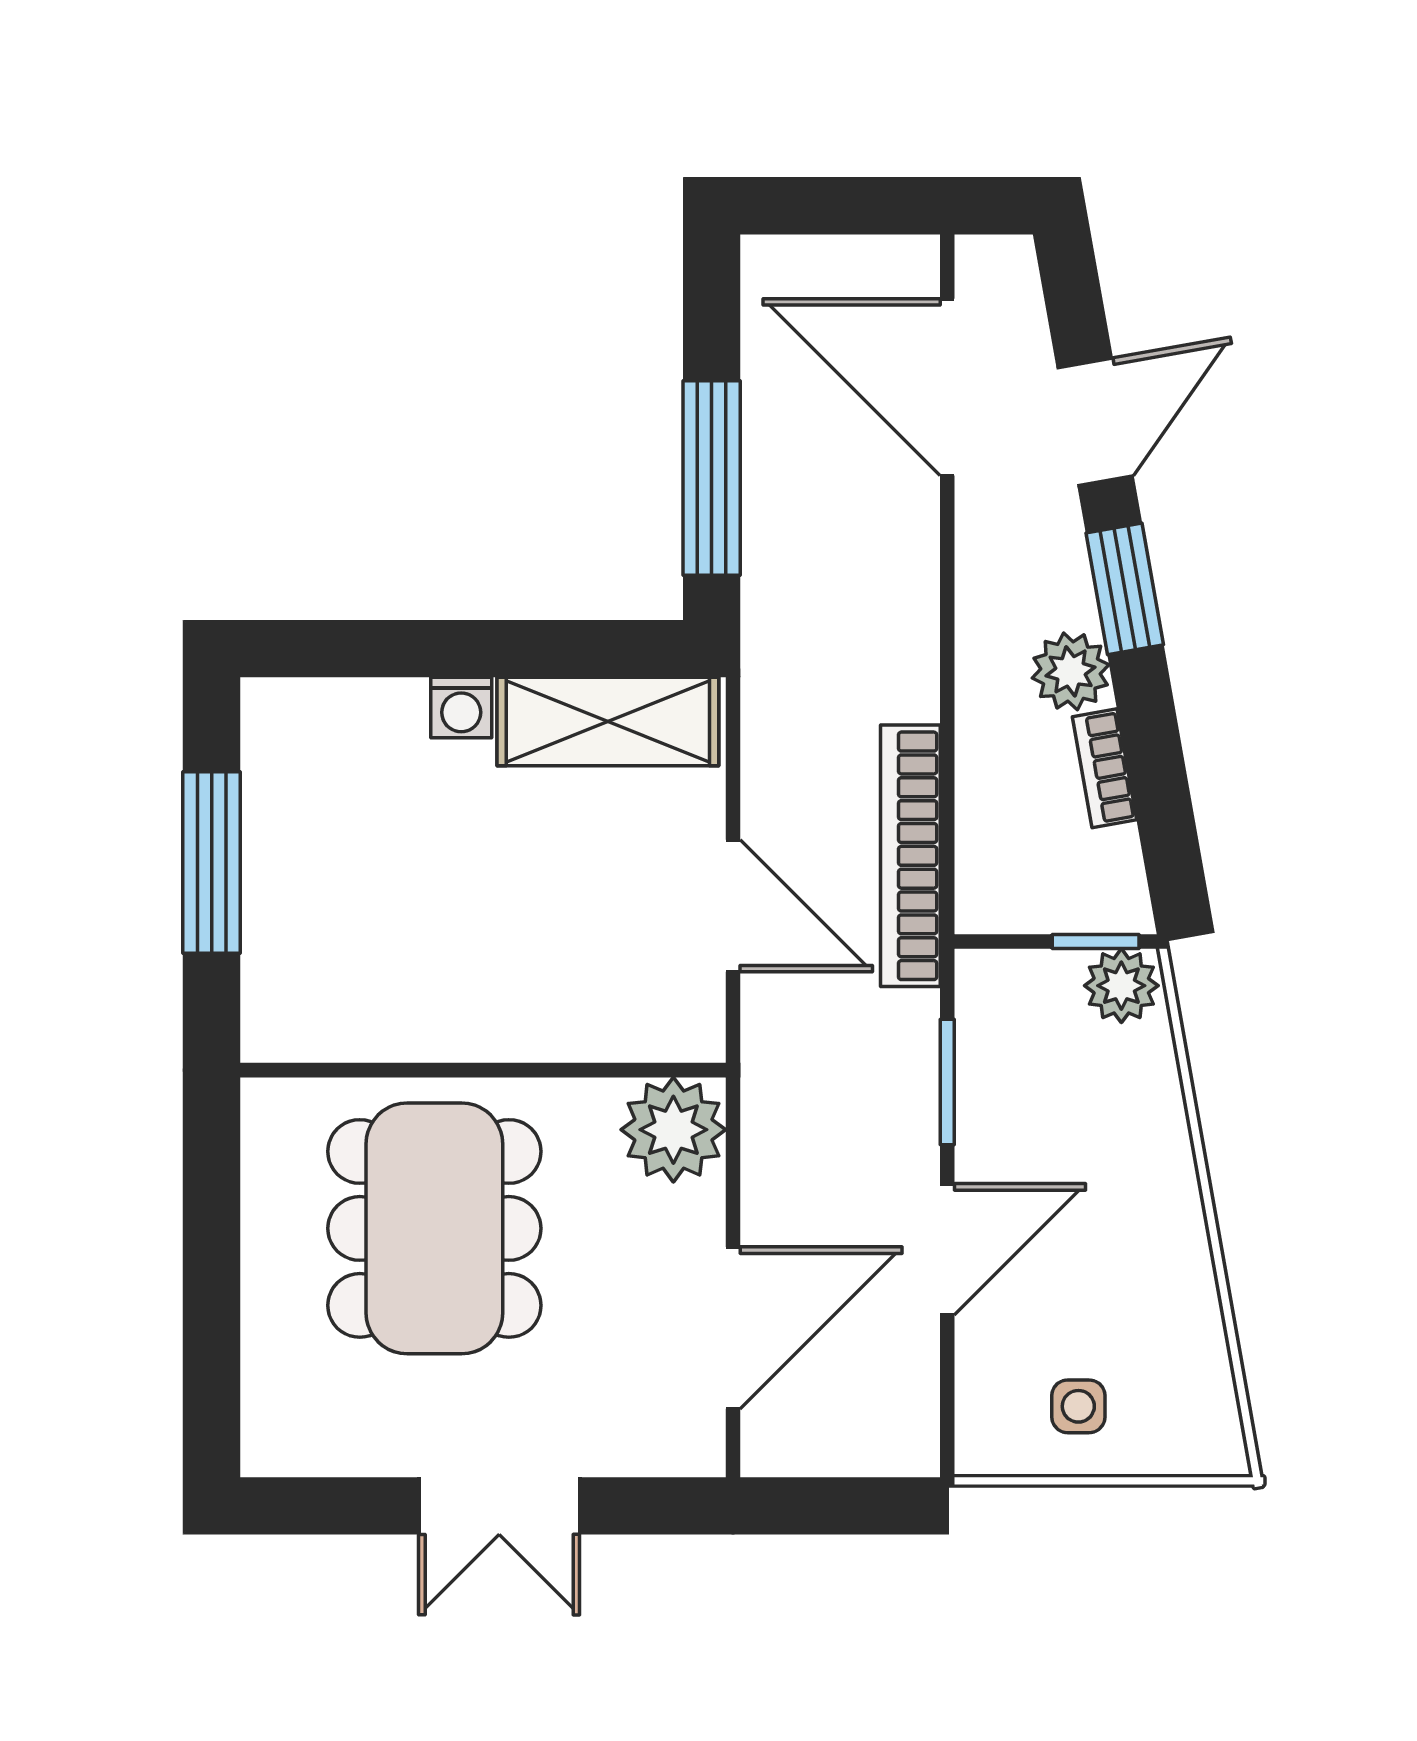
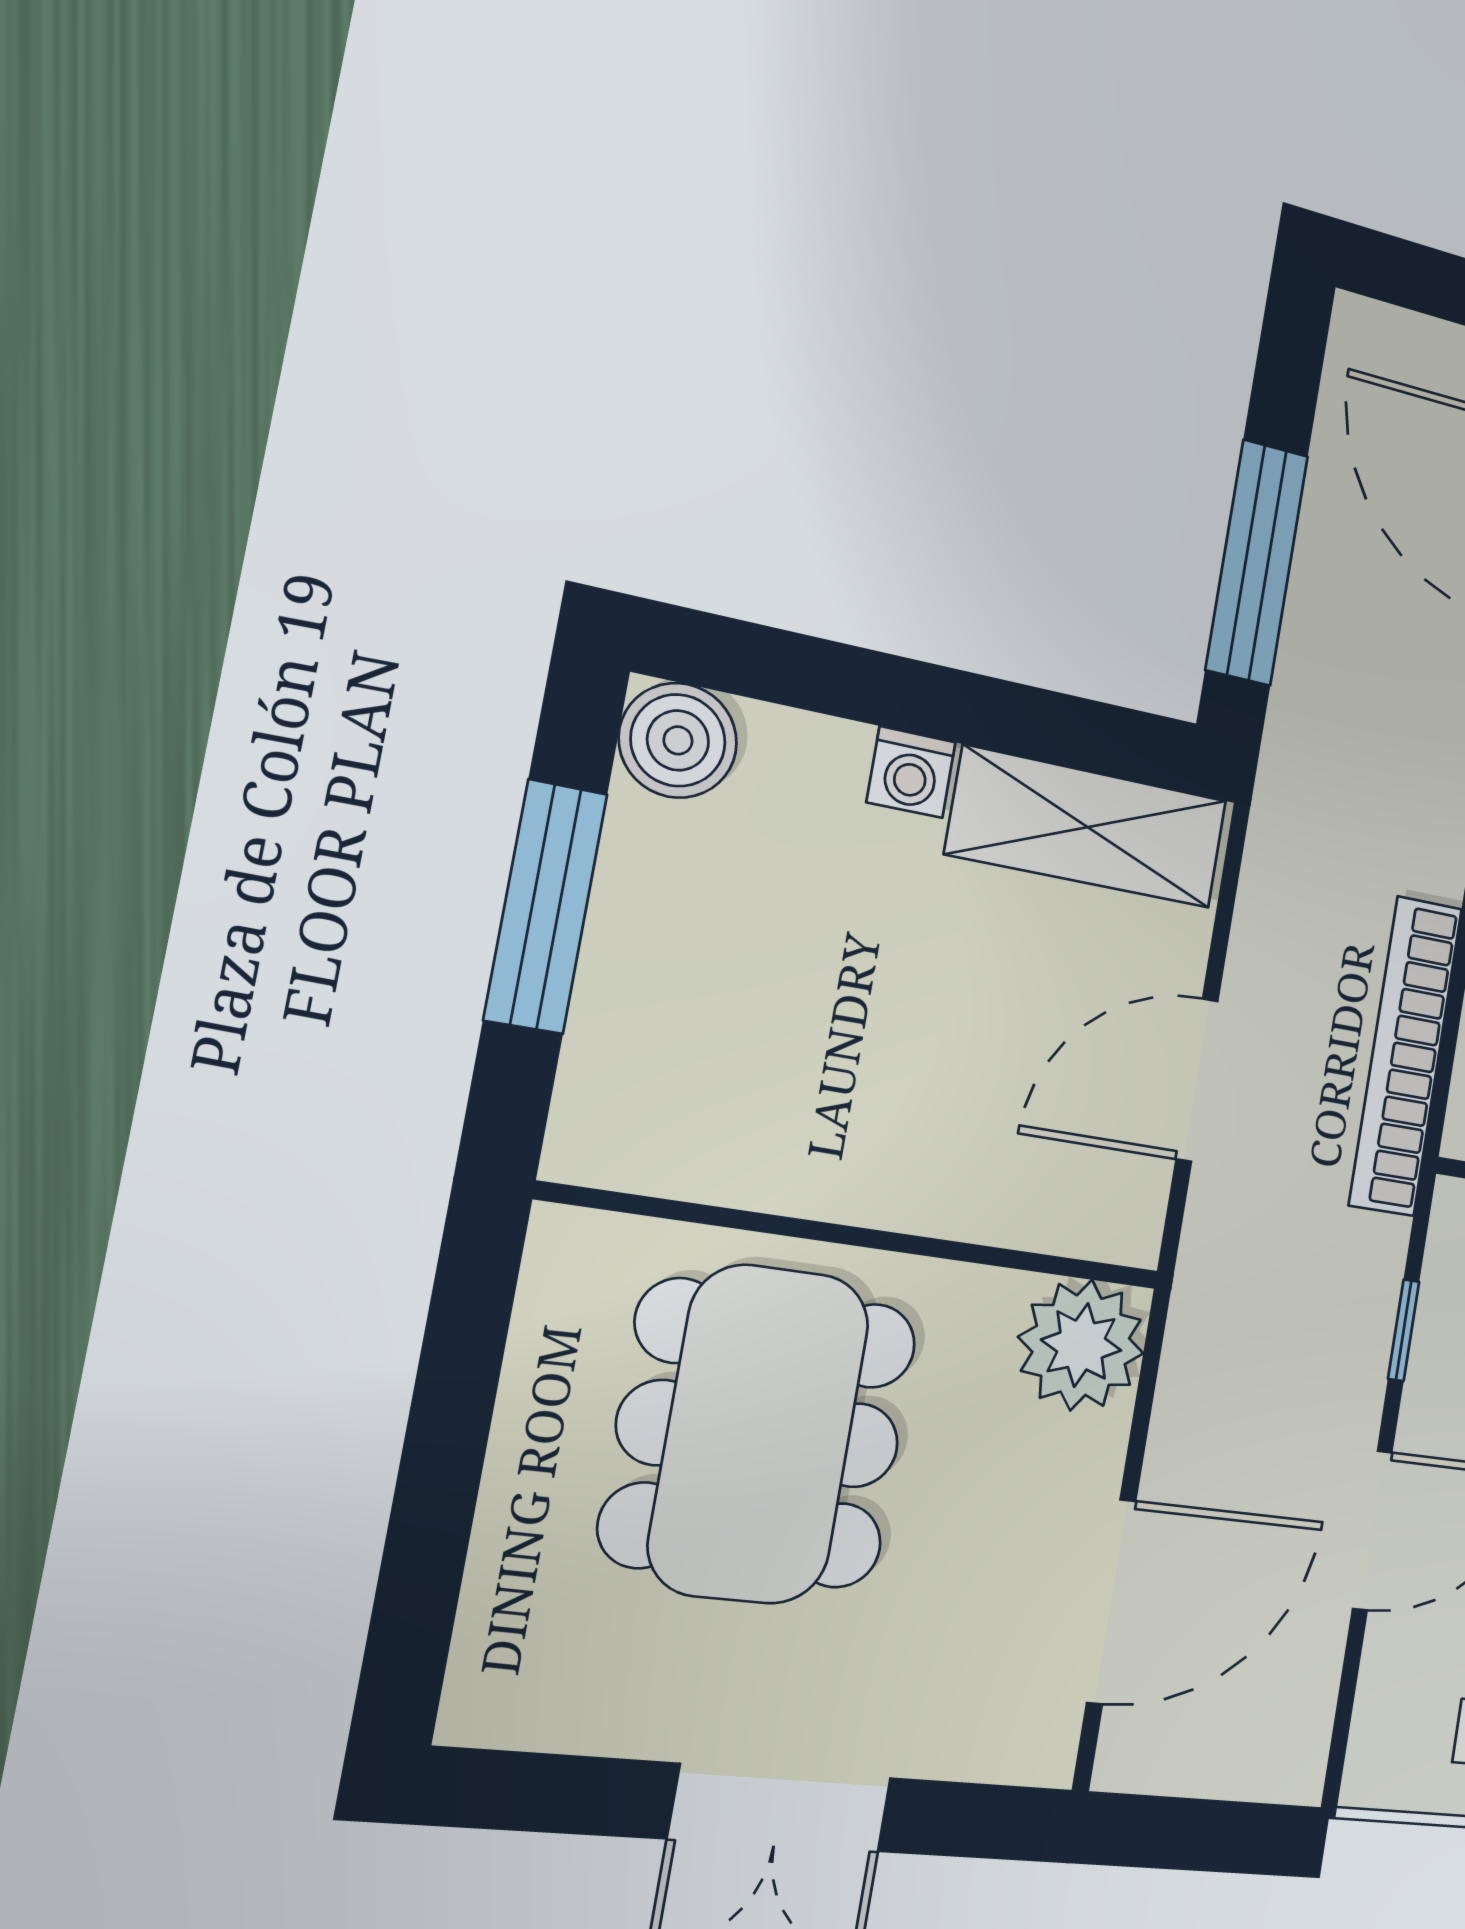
boiler: (283, 721) -> (678, 740), added
door: (733, 906) -> (1197, 1080), swing flipped
window: (947, 1082) -> (1404, 1330), width x0.67

